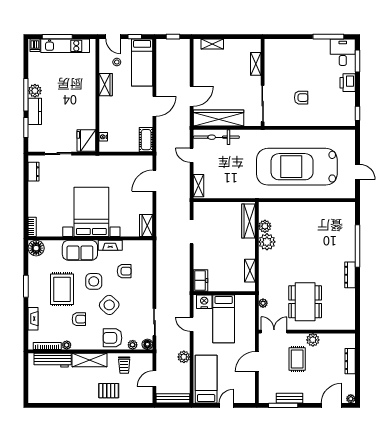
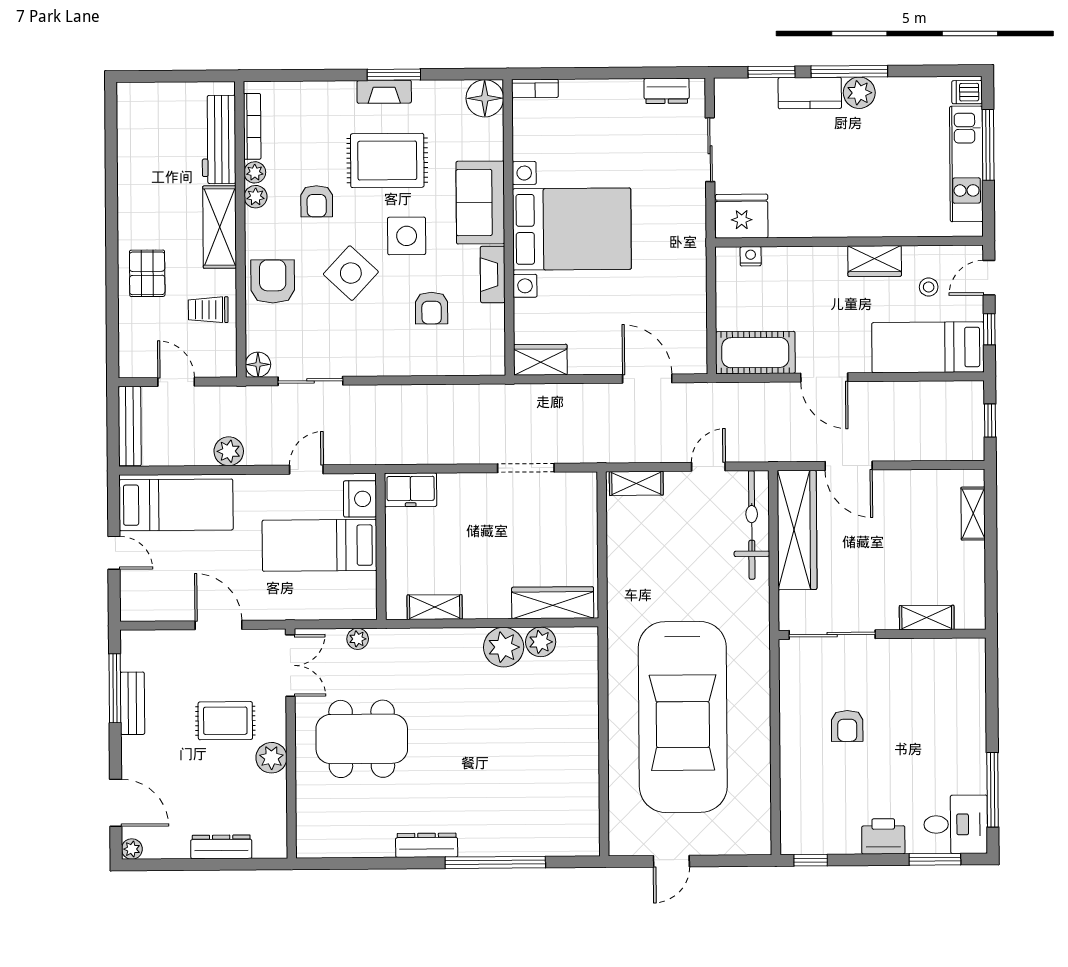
cot: (146, 140) -> (755, 353), width x1.37, depth x1.34
car: (297, 167) -> (683, 717), turned 180
fireplace: (33, 319) -> (384, 92), moved
plant: (133, 345) -> (256, 197), moved

